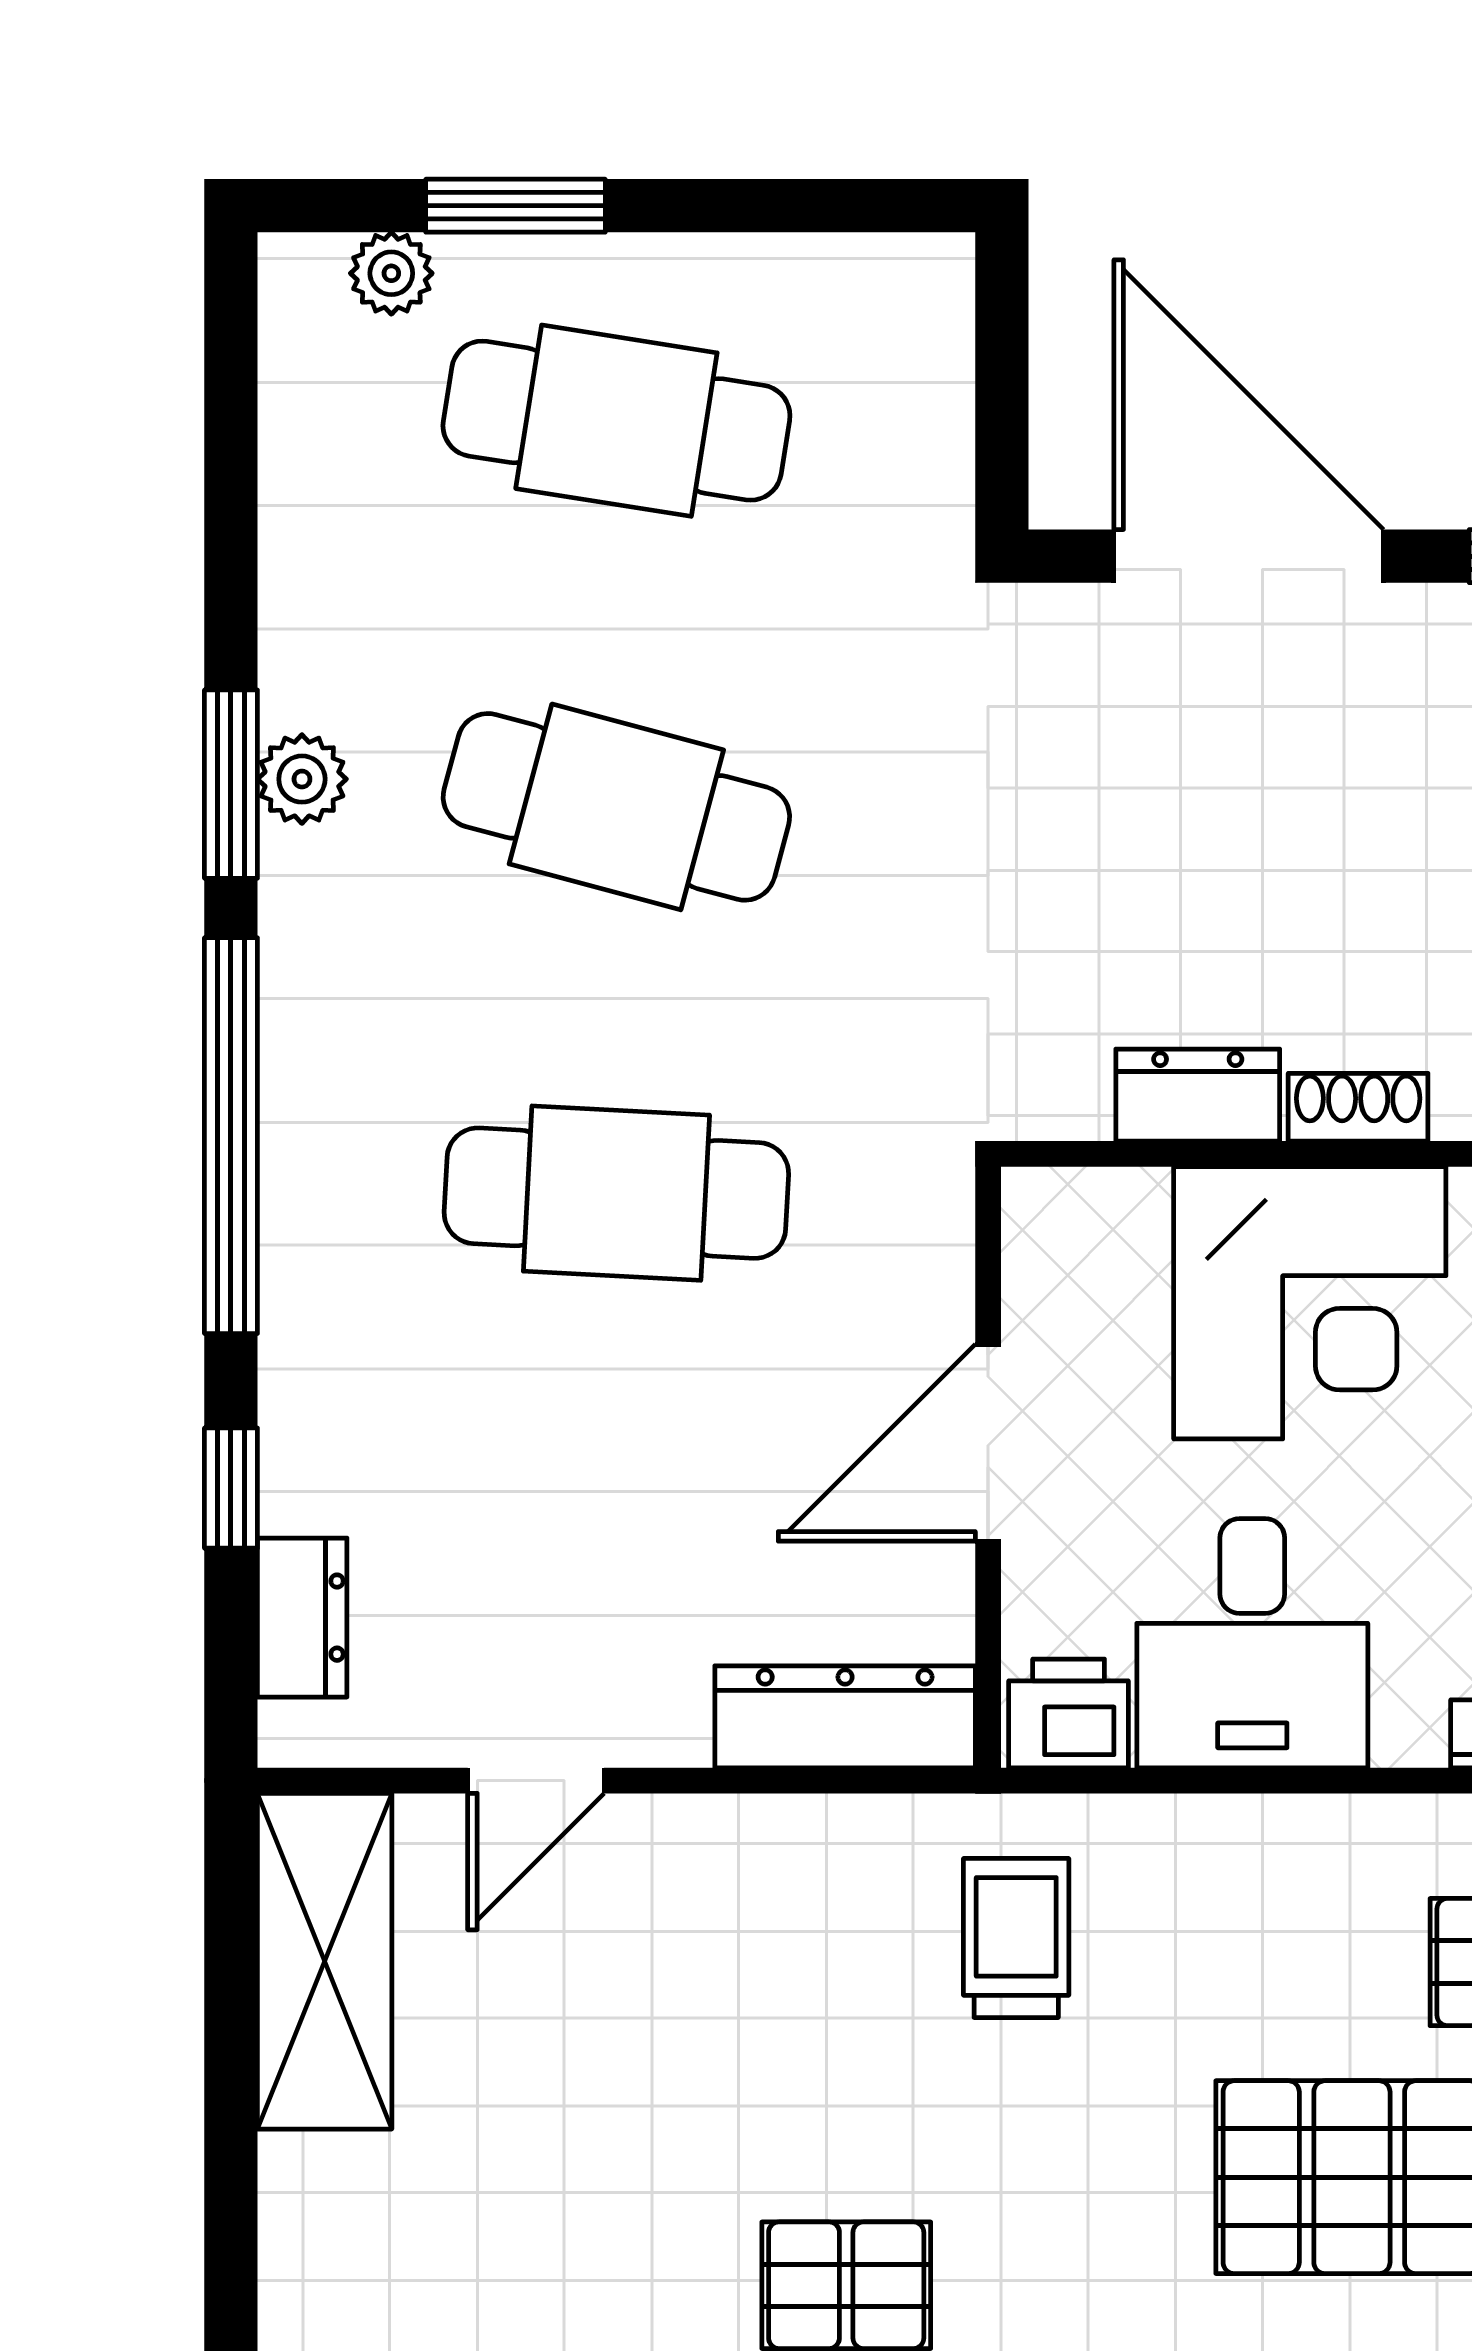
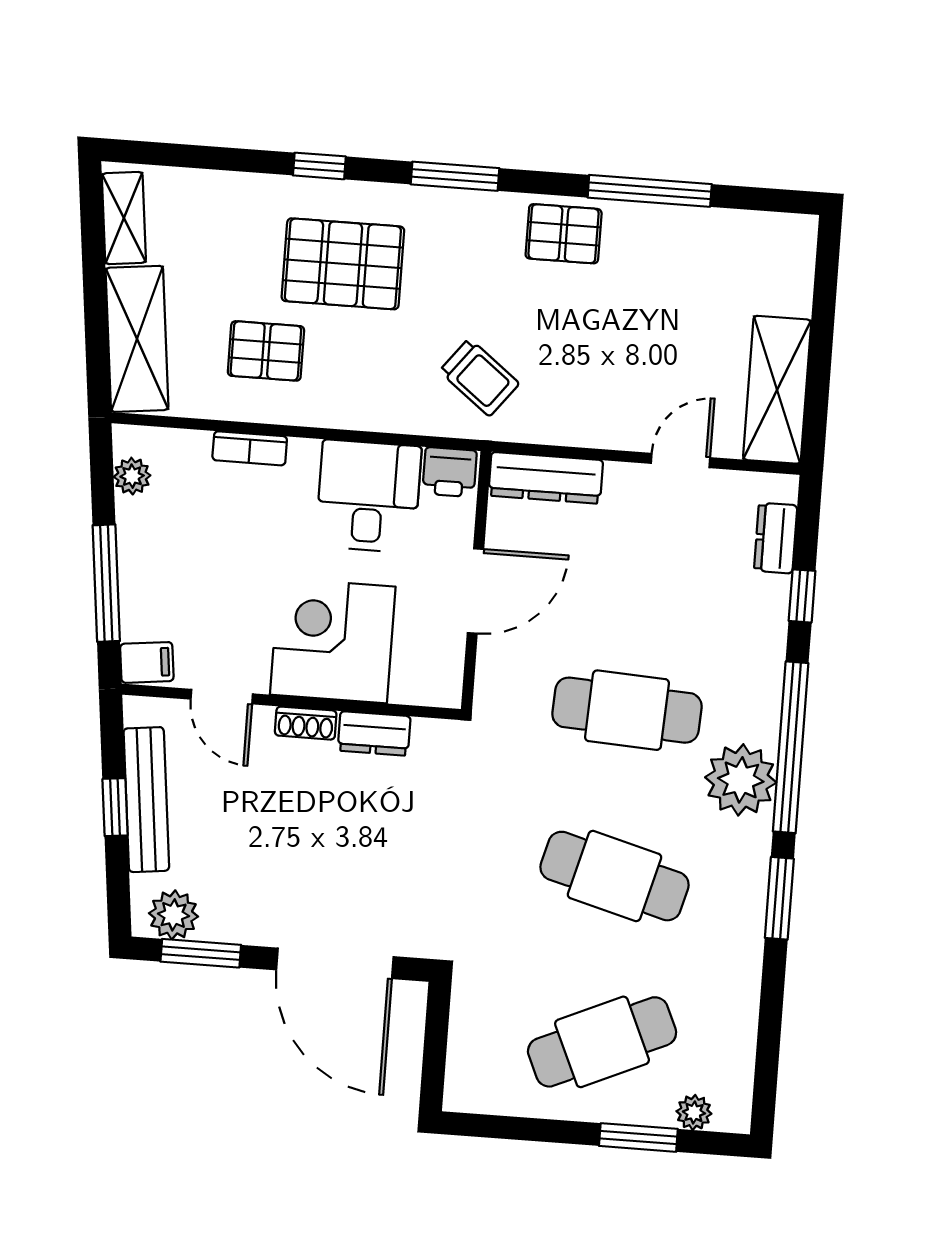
cafe table: (616, 421) -> (602, 1042), turned -33
plant: (302, 779) -> (741, 780), moved, width x1.88, depth x1.88
trolley: (1016, 1938) -> (479, 377), turned -52

